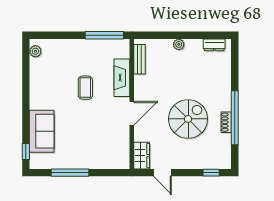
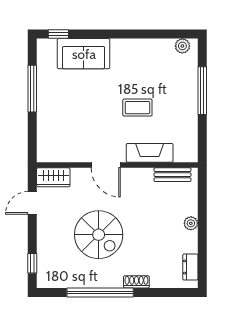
window: (104, 35) -> (202, 91), moved
shoe rack: (226, 122) -> (136, 282), moved

